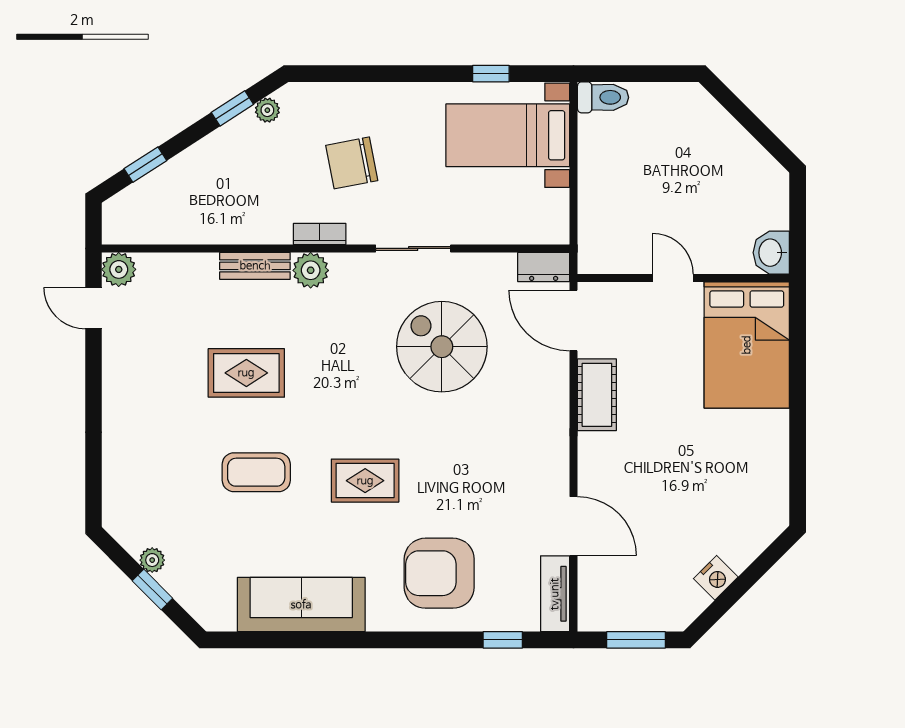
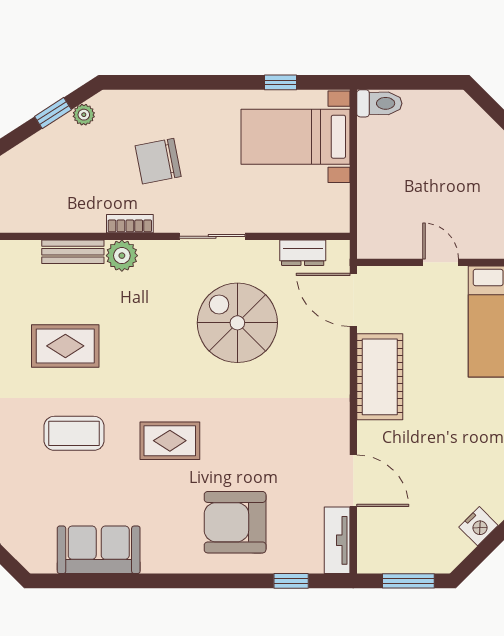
dresser: (544, 267) -> (303, 253), moved
cot: (597, 395) -> (380, 377), width x1.37, depth x1.34
sofa: (301, 605) -> (99, 550), width x0.73

